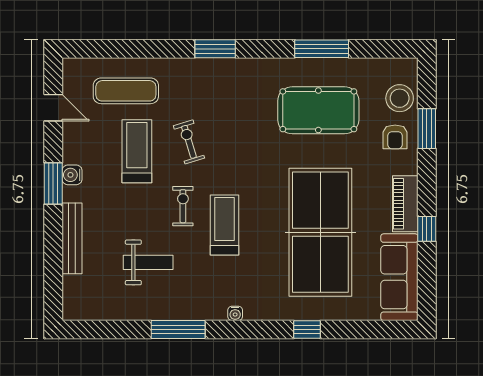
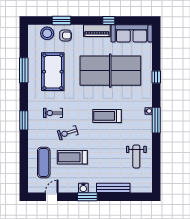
exercise bike: (183, 206) -> (53, 113), moved
weight bench: (148, 262) -> (136, 156), moved, turned 180
window: (178, 329) -> (156, 120), moved

